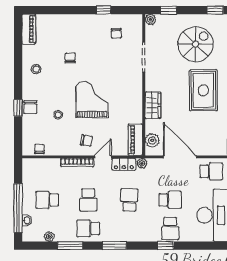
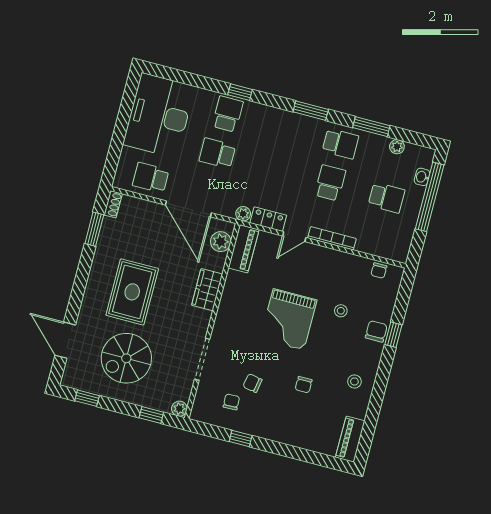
chair: (86, 141) -> (252, 383), moved
school desk: (129, 200) -> (274, 168), removed

